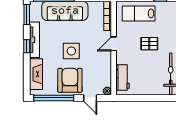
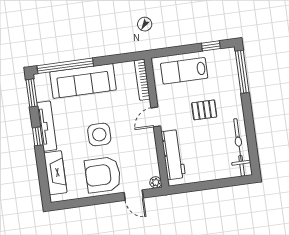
workbench: (123, 78) -> (173, 155), width x1.38
armchair: (70, 80) -> (103, 175), turned -90
window: (54, 98) -> (84, 202), removed

